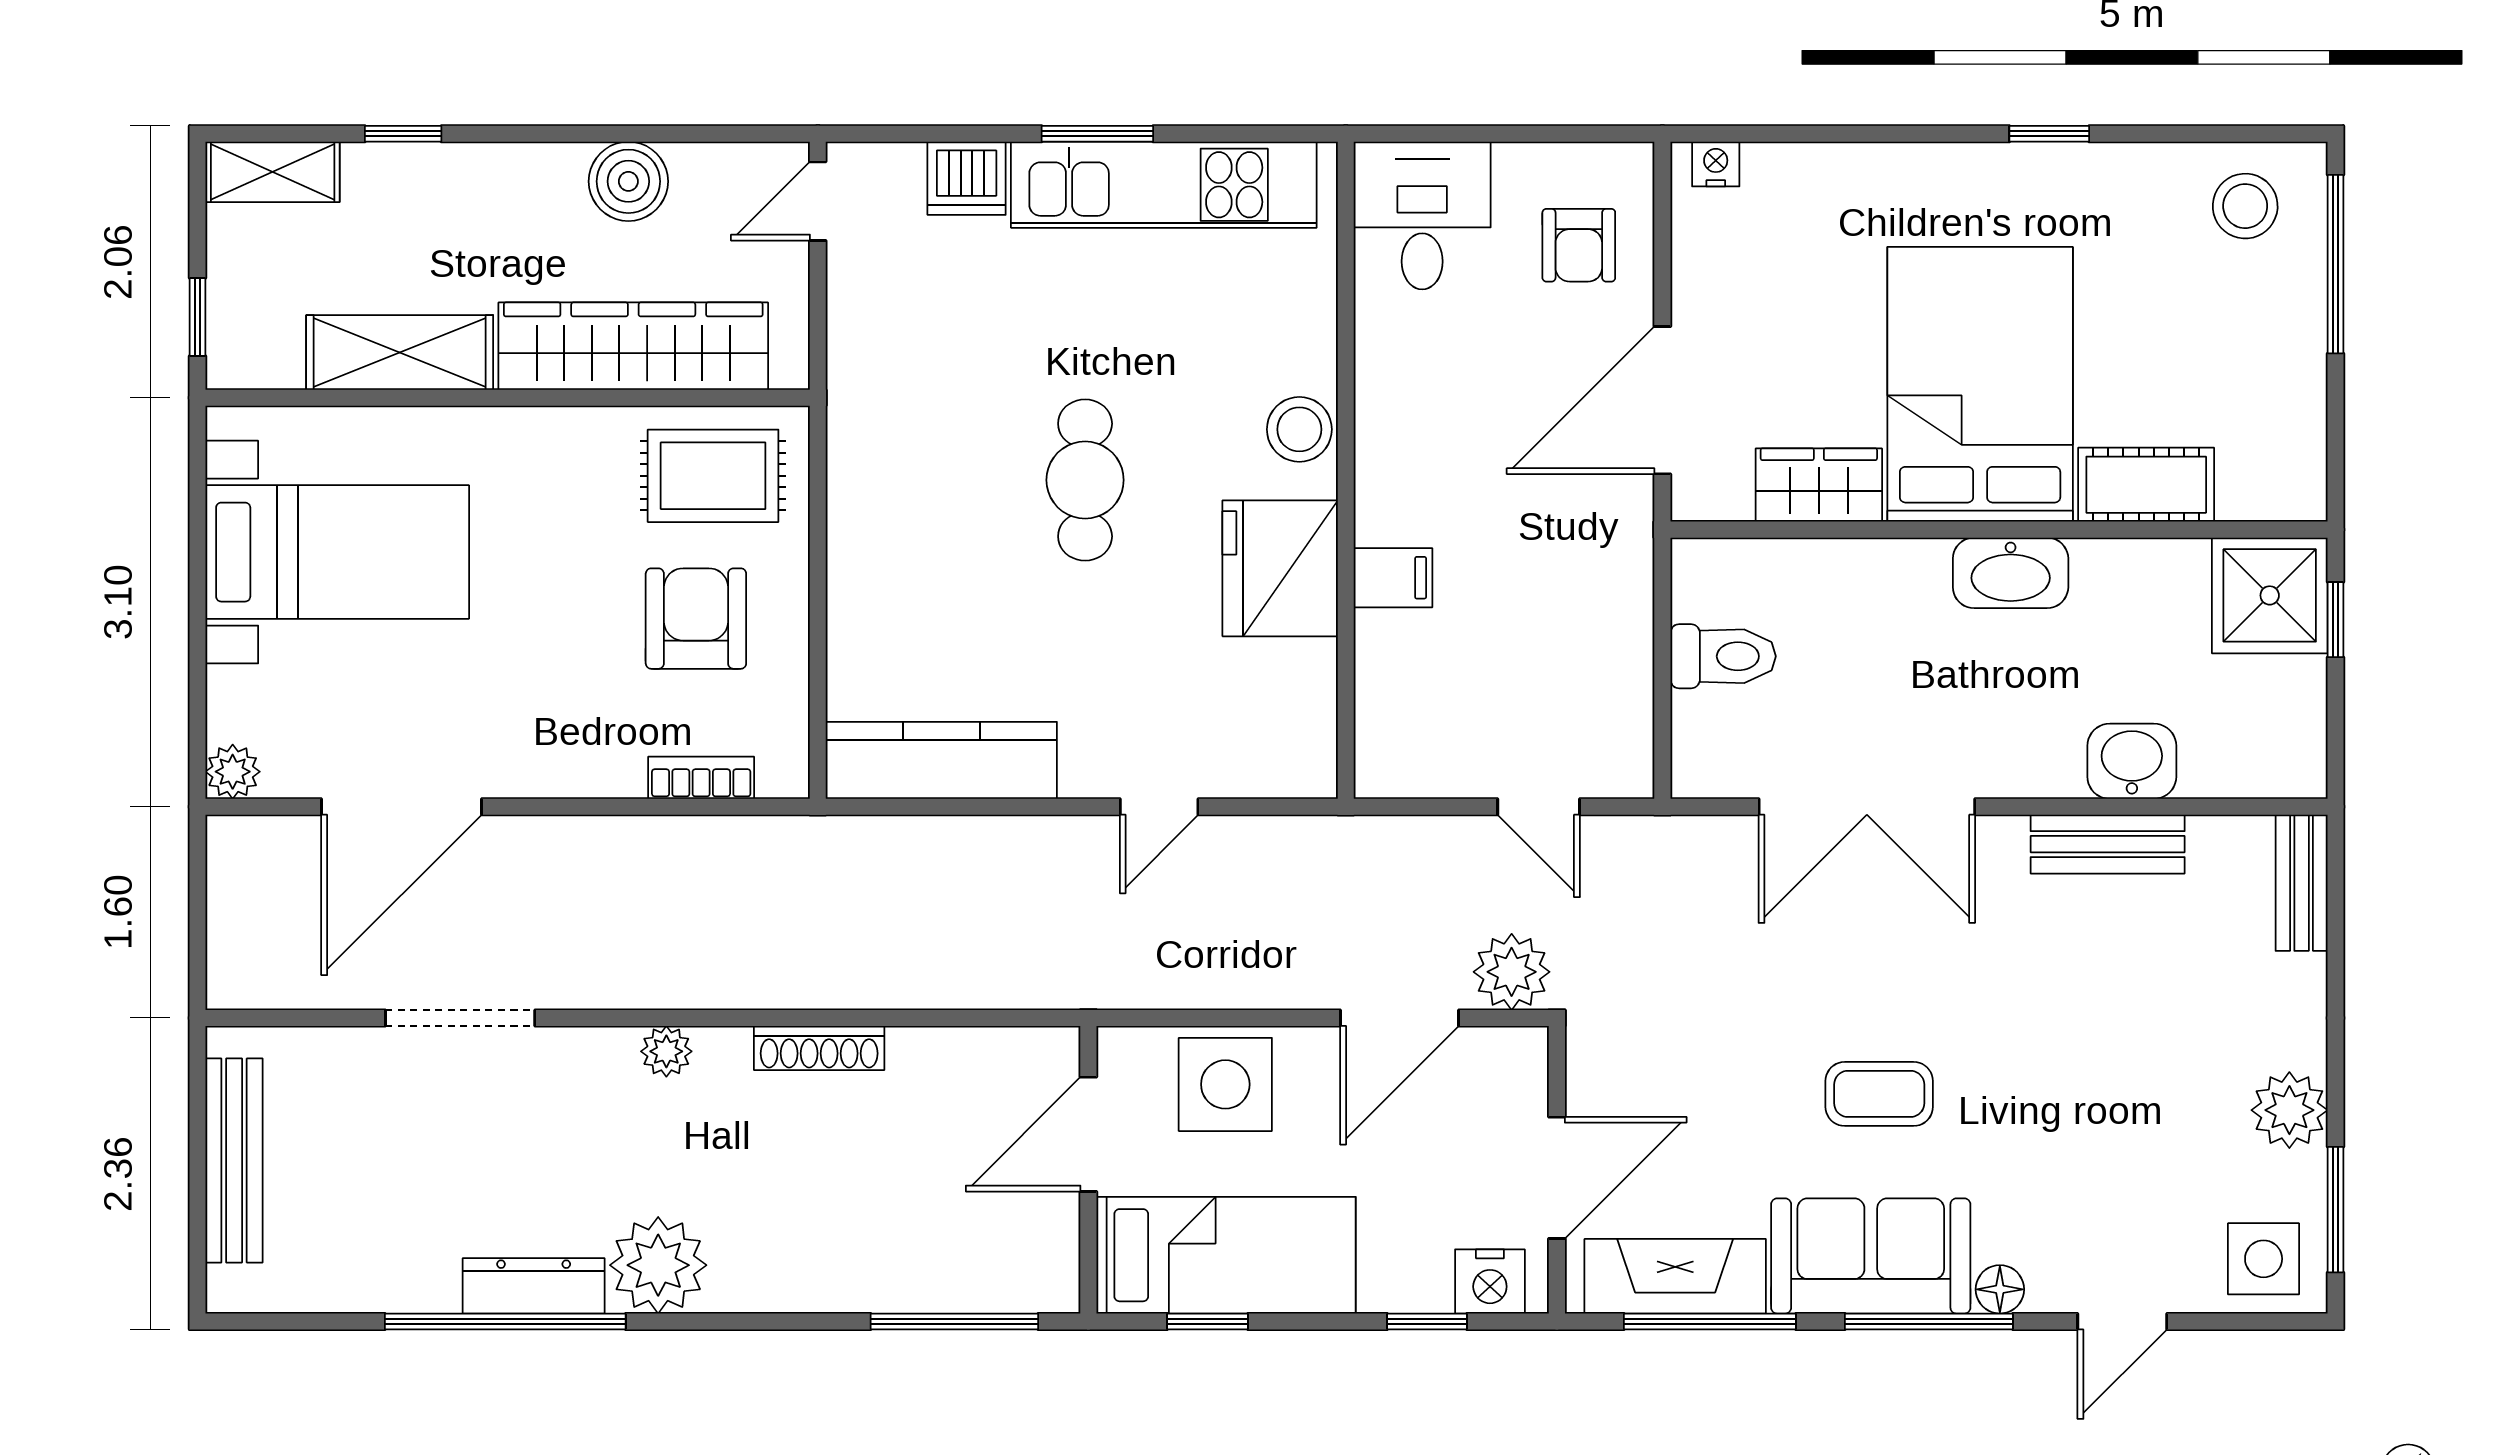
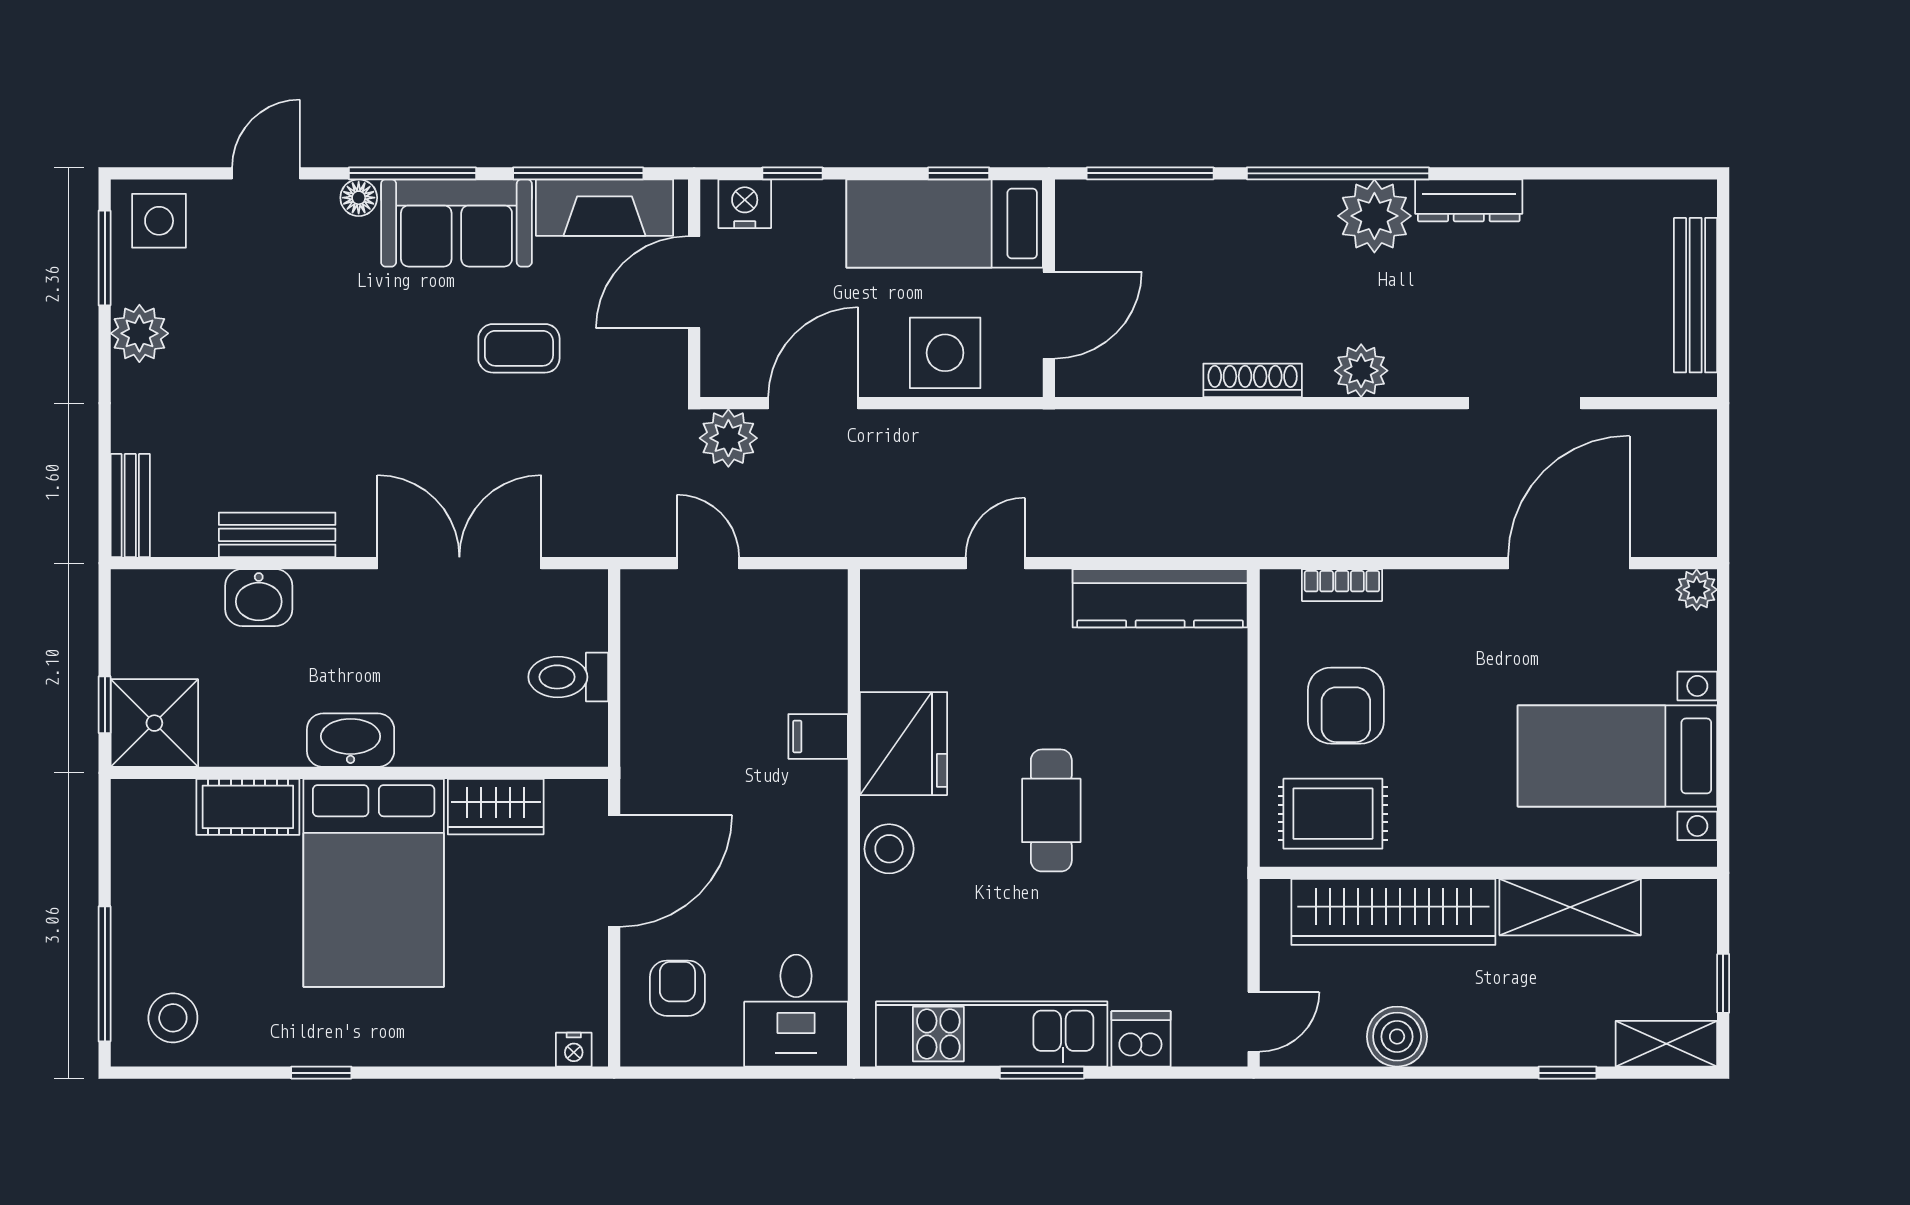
window: (198, 317) -> (1723, 983), moved
plant: (666, 1051) -> (1361, 371), width x1.38, depth x1.38
coffee table: (1879, 1094) -> (519, 348), moved
window: (505, 1321) -> (1338, 173), moved

